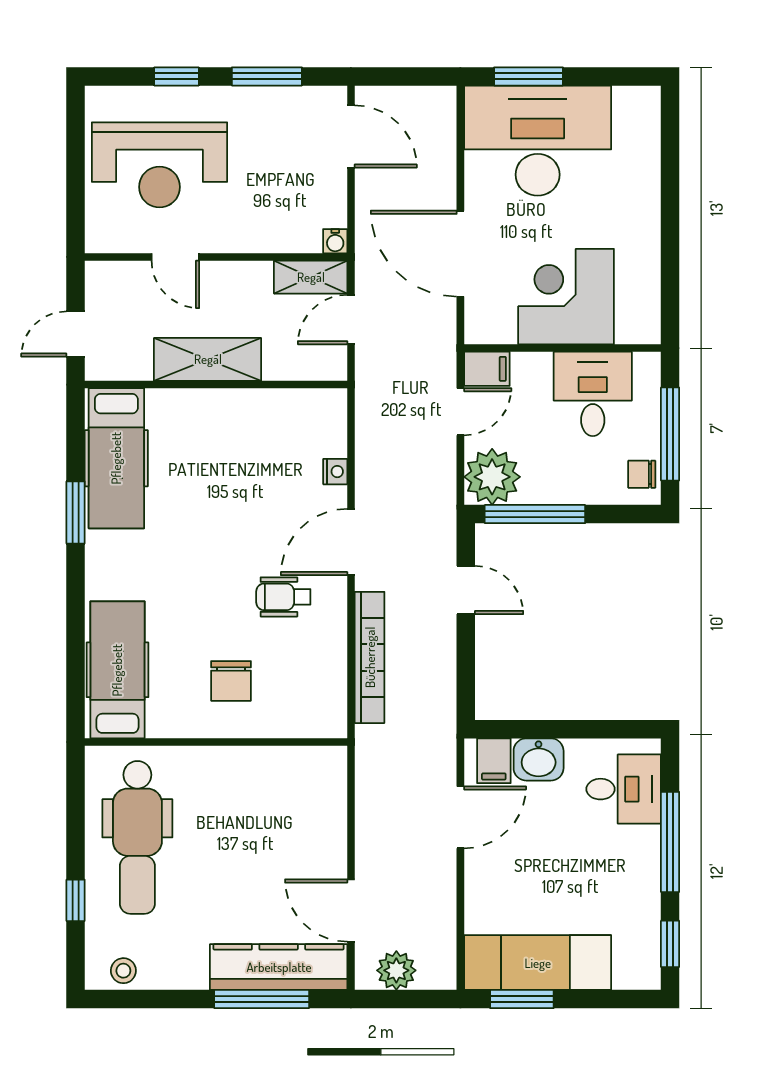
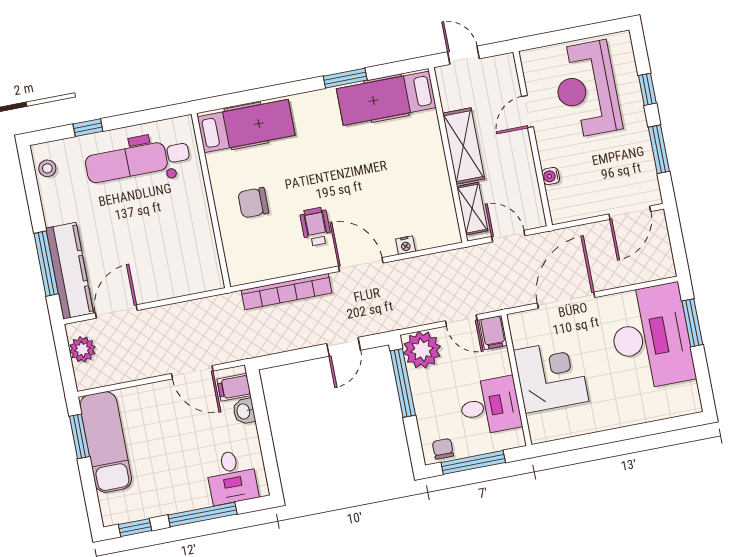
water cooler: (335, 241) -> (551, 176), moved
shelving: (311, 277) -> (472, 209), moved
washbasin: (539, 759) -> (244, 411), width x0.72, depth x0.69

